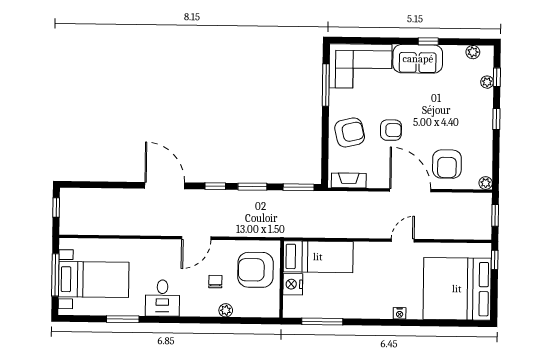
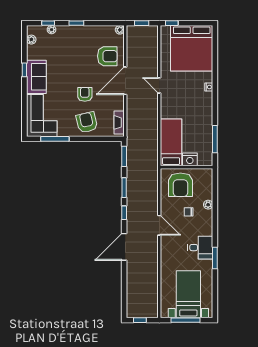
window: (123, 319) -> (215, 258), moved

